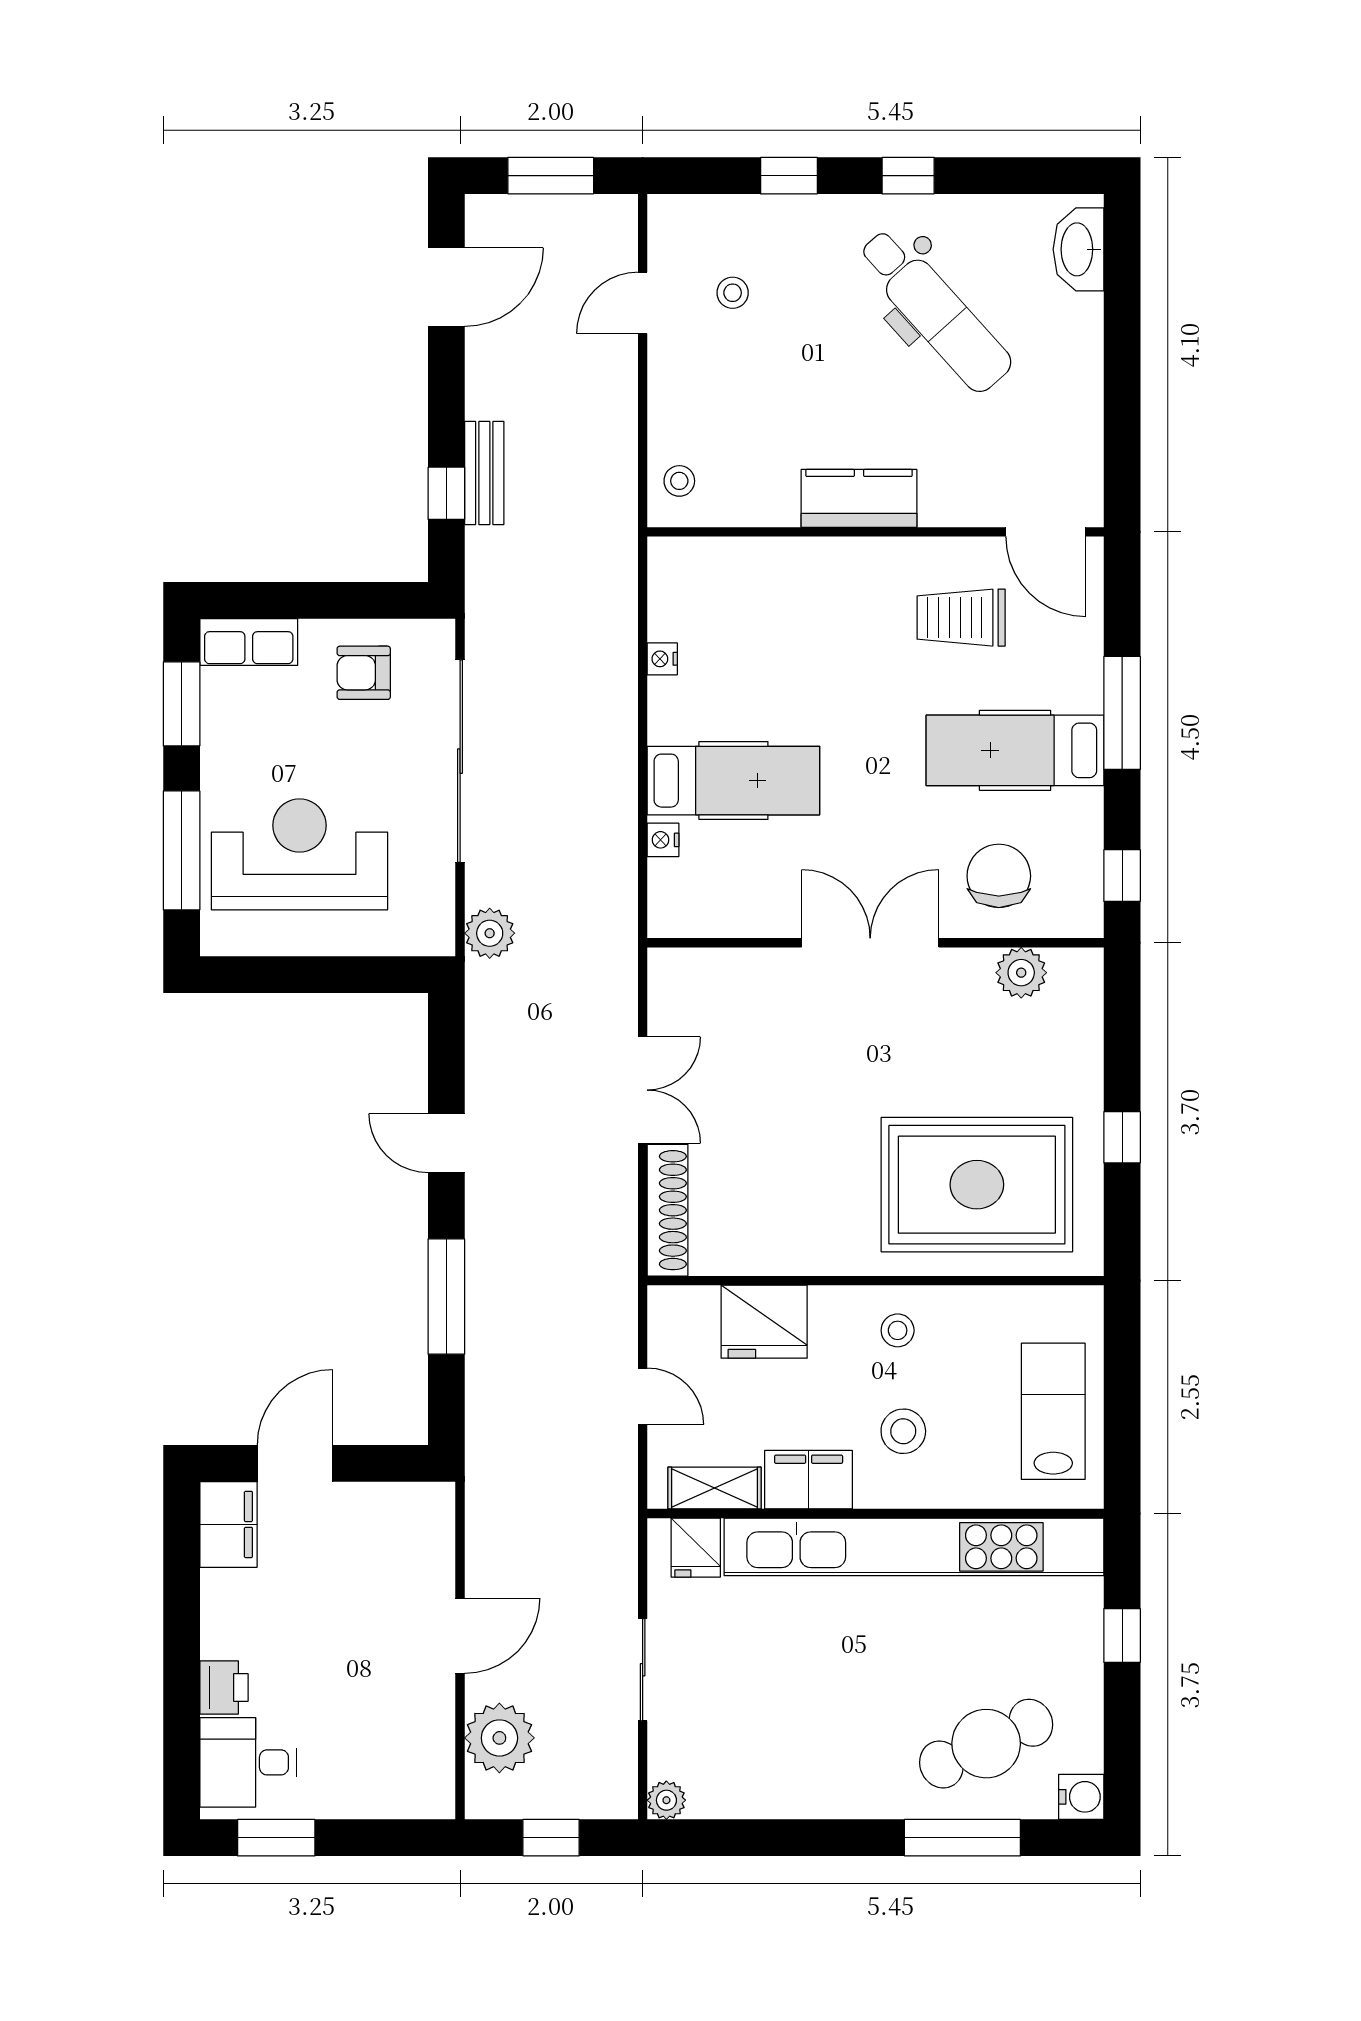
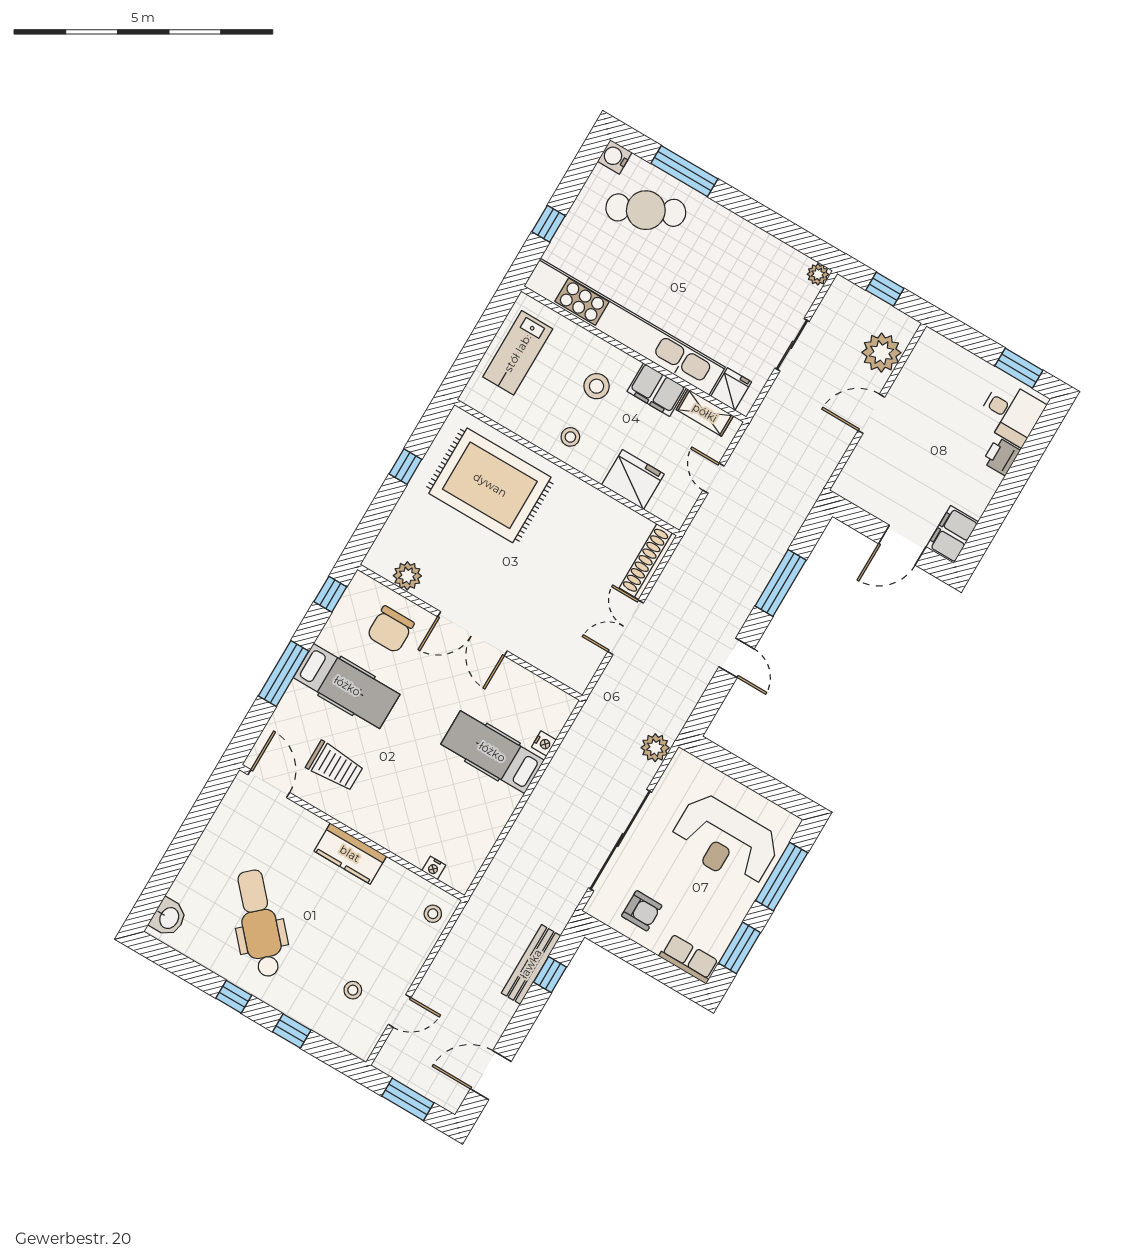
washbasin: (1078, 249) -> (168, 918), width x0.72
bench: (484, 473) -> (531, 964), width x1.36
nightstand: (662, 659) -> (434, 868), moved, turned 90

